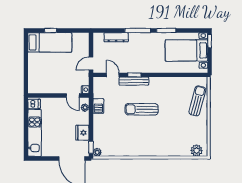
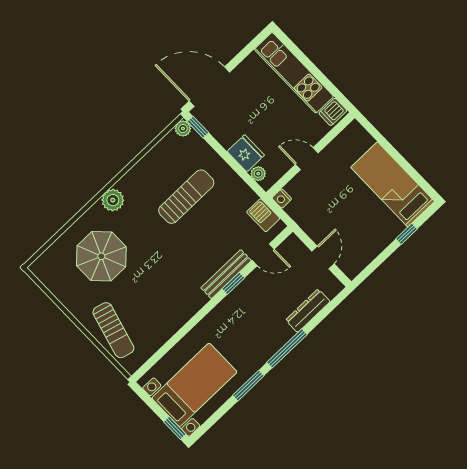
bed: (50, 42) -> (393, 184), moved, turned 90
door: (91, 64) -> (323, 257), moved
door: (73, 96) -> (307, 159), moved
barbecue: (98, 106) -> (263, 215), moved
sun lounger: (142, 109) -> (186, 197), moved
fridge: (82, 133) -> (246, 153), moved
parasol: (175, 133) -> (101, 256), added
plant: (197, 151) -> (113, 200), moved

